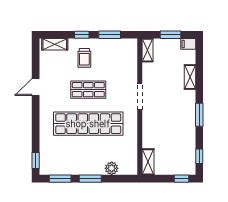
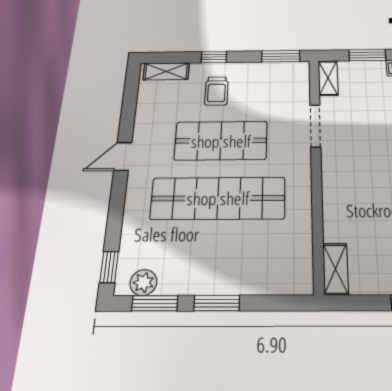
window: (110, 35) -> (281, 56), moved
door: (36, 87) -> (123, 156), moved
shop shelf: (88, 90) -> (221, 141), width x1.43, depth x1.36
doorway: (140, 97) -> (315, 126), moved
plant: (112, 168) -> (143, 282), moved

